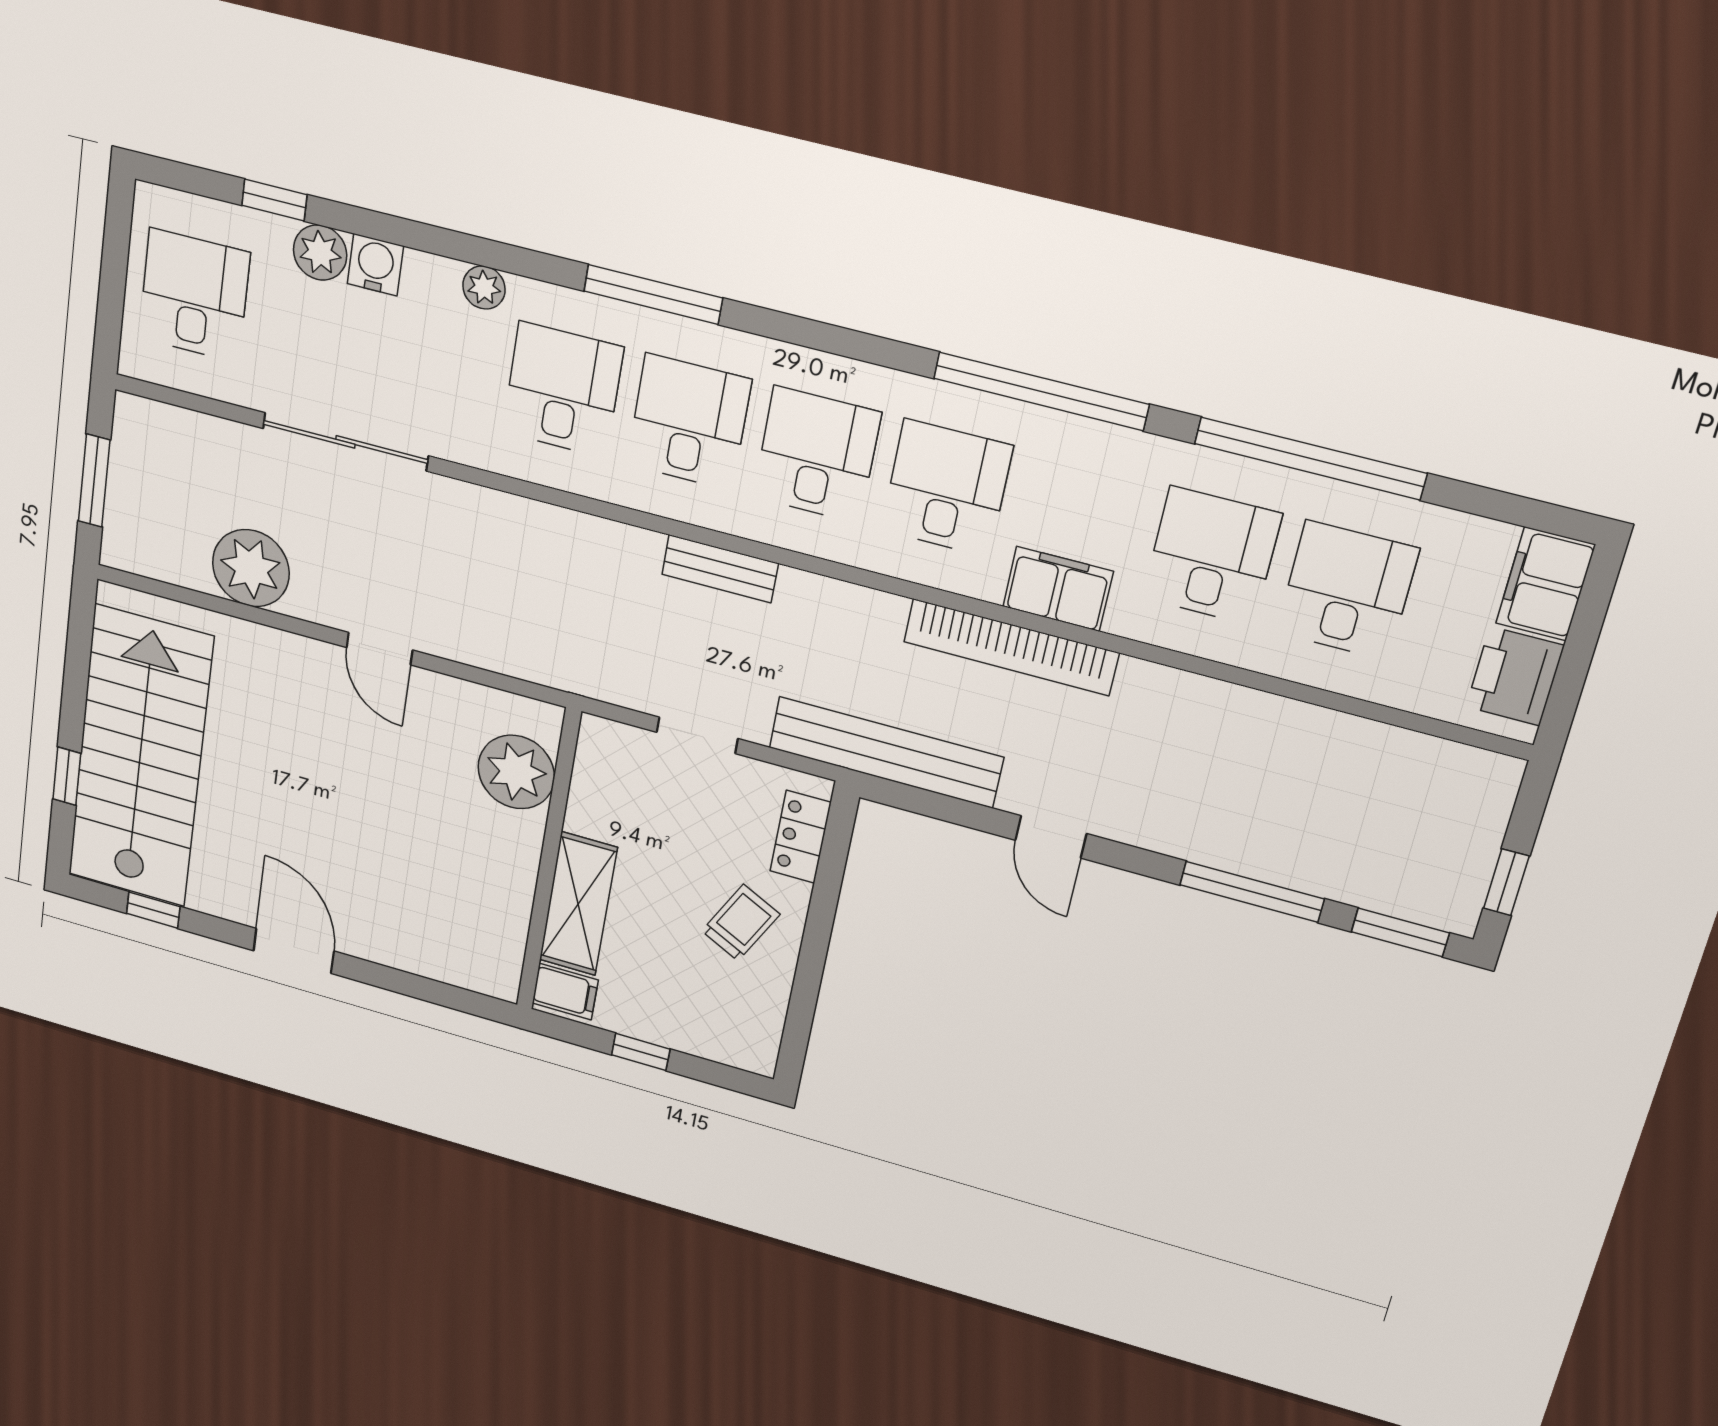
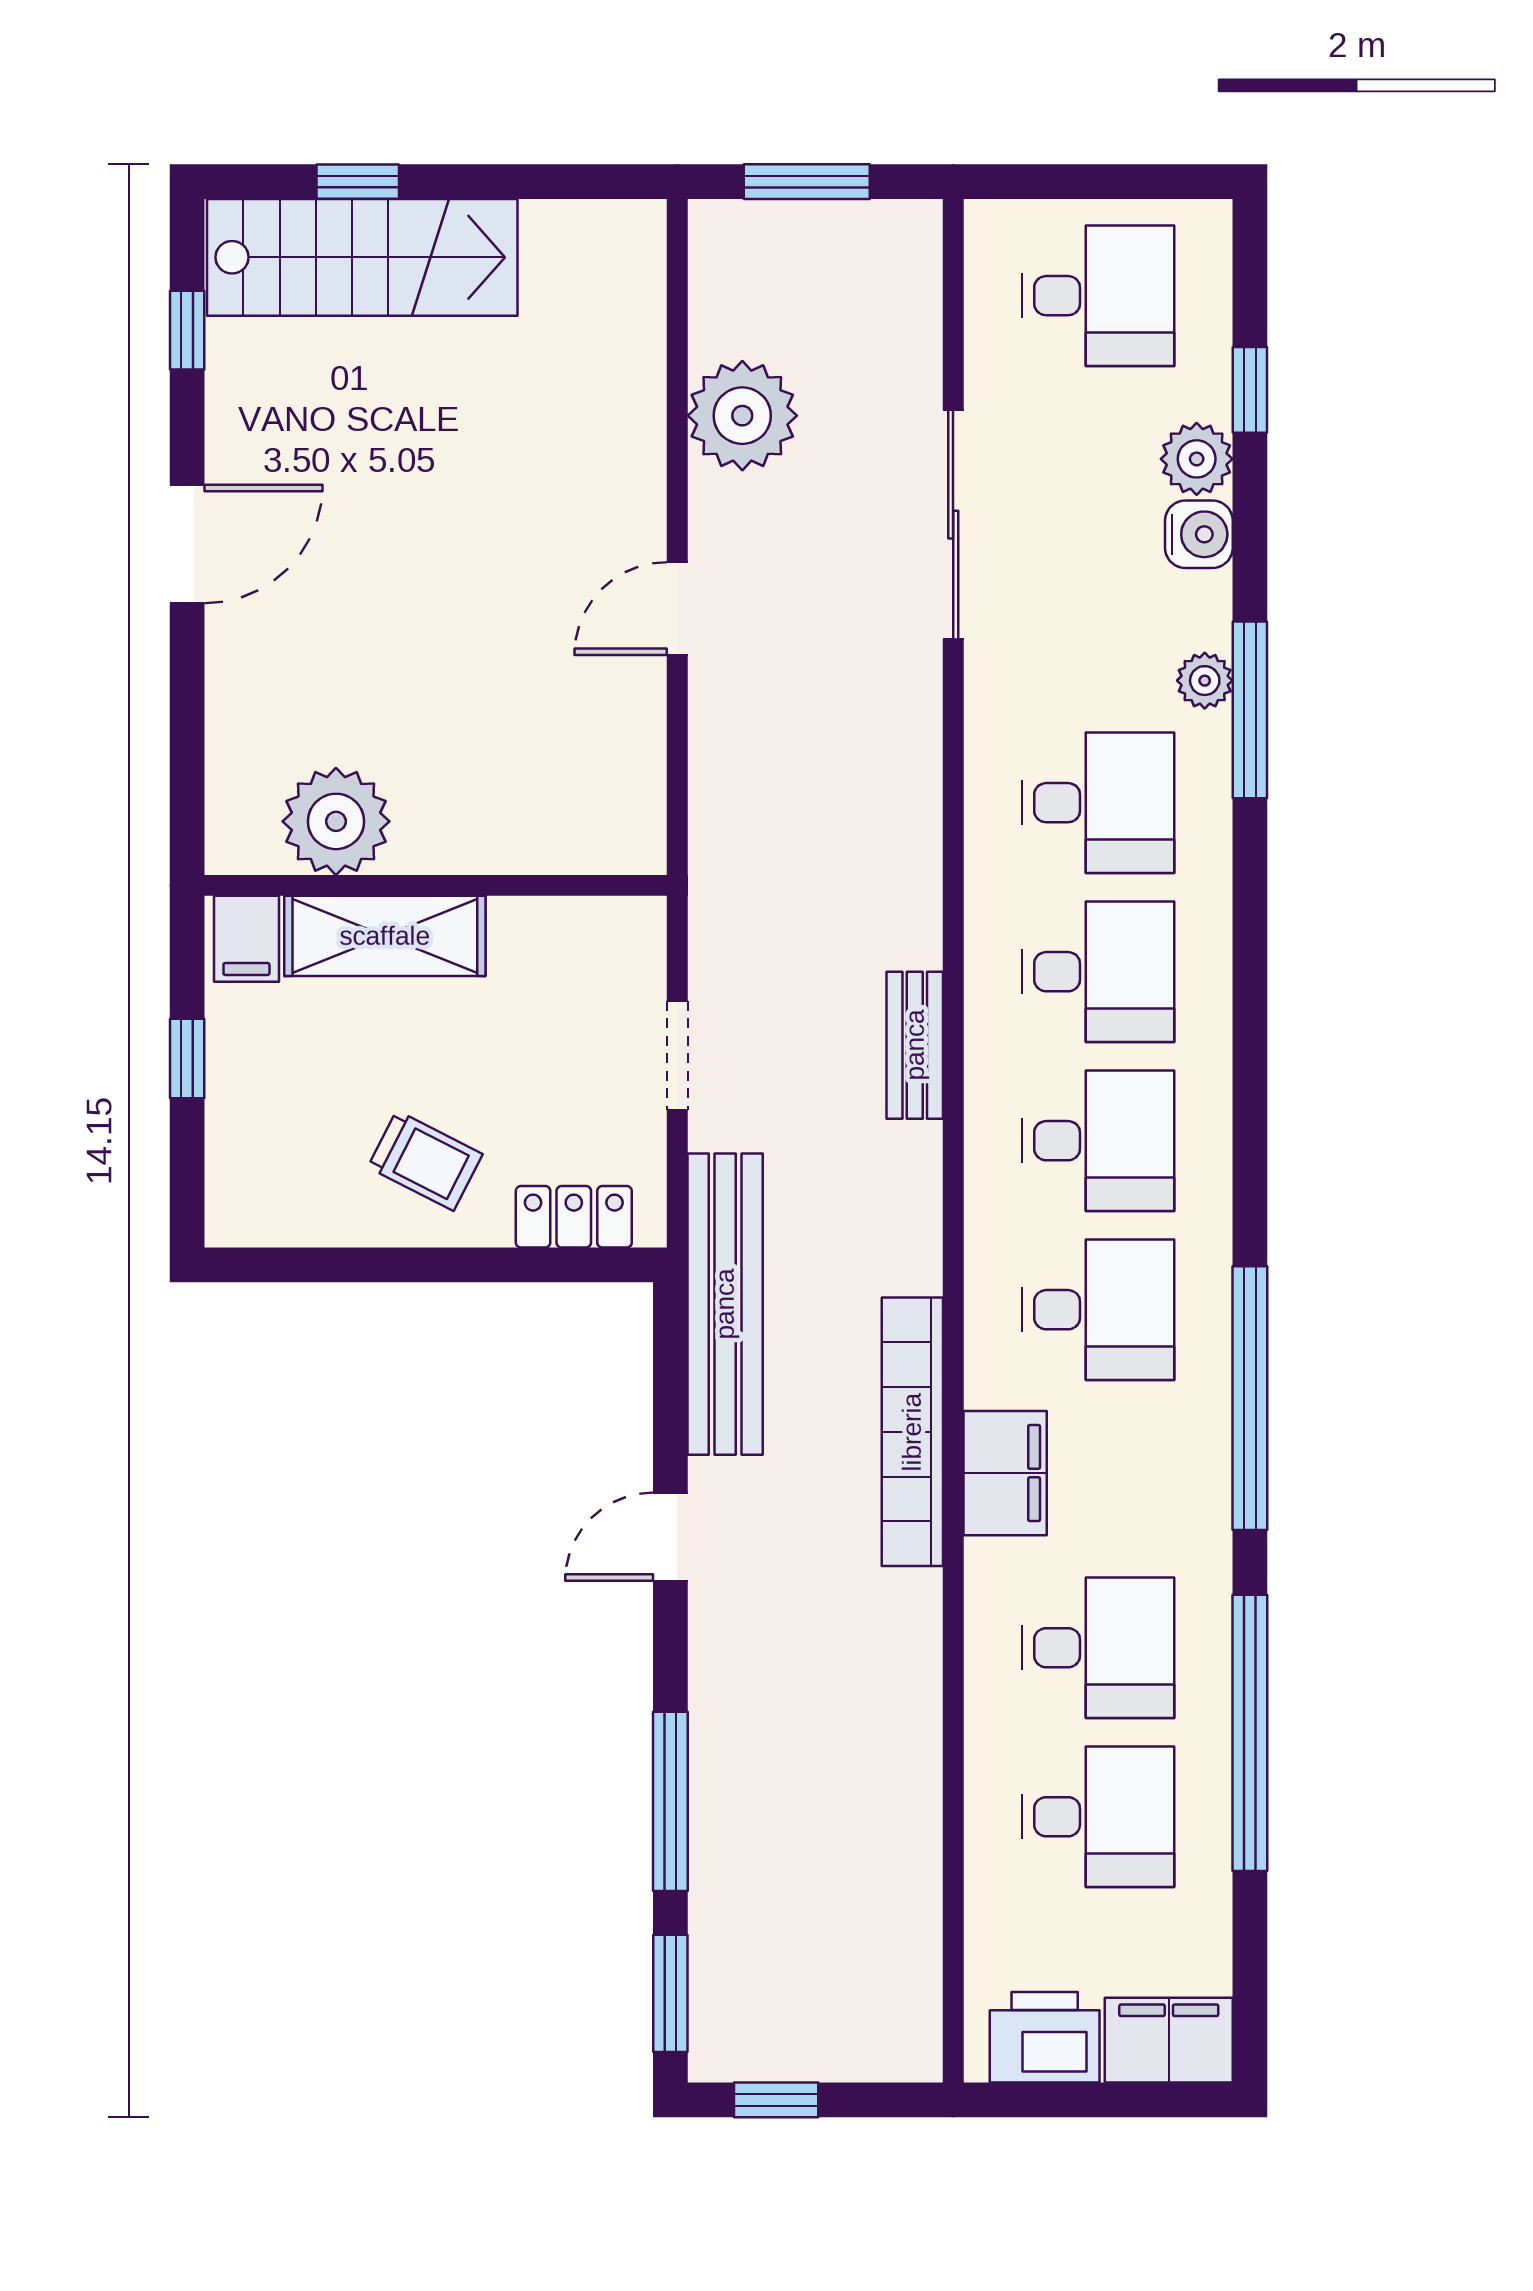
window: (653, 294) -> (1250, 710), moved
stairs: (140, 757) -> (362, 257), width x0.73, depth x0.66
plant: (516, 772) -> (336, 821), moved

